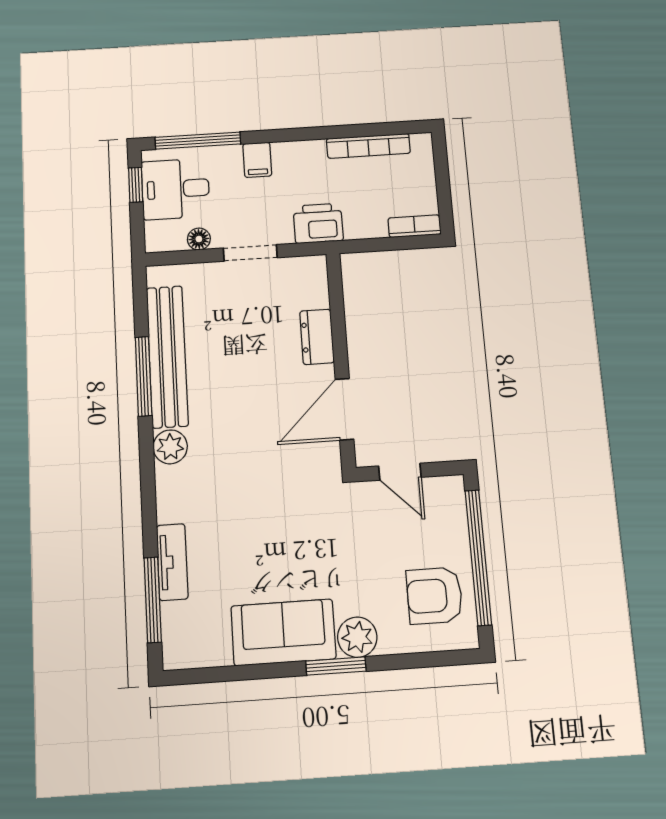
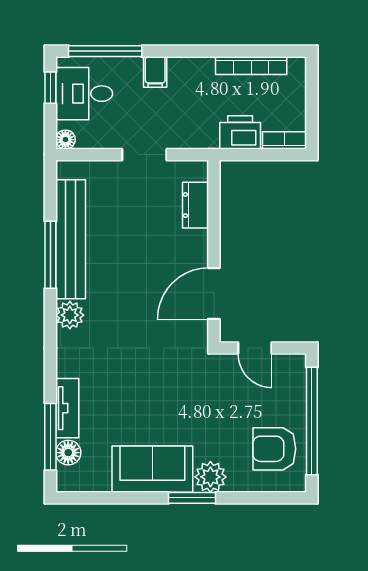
printer: (318, 223) -> (240, 132), moved
floor lamp: (199, 239) -> (65, 140), moved
dresser: (317, 337) -> (196, 205), moved
floor lamp: (176, 618) -> (68, 453), added

